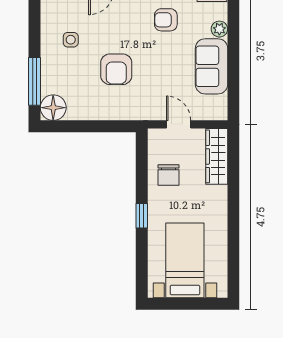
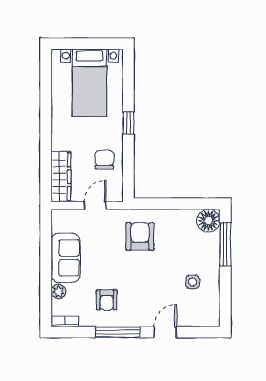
armchair: (166, 20) -> (107, 300), turned 90
armchair: (116, 69) -> (140, 236), moved
door: (179, 124) -> (95, 205), swing flipped

